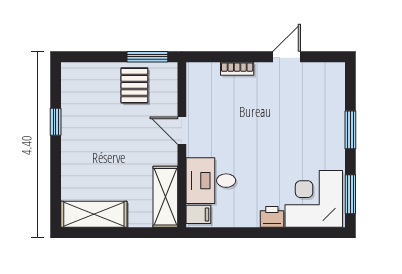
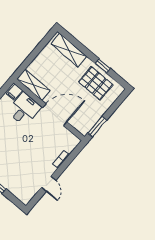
pallet: (134, 85) -> (96, 83), moved, width x1.50, depth x1.42
door: (182, 131) -> (55, 115), width x1.88
shelving: (94, 214) -> (69, 50), moved, turned 90

